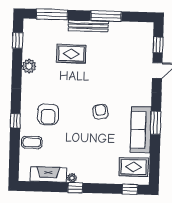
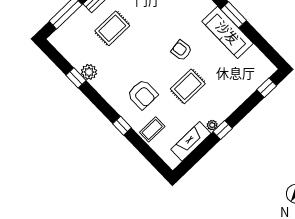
window: (18, 40) -> (76, 78), moved
rug: (134, 167) -> (188, 86), moved

